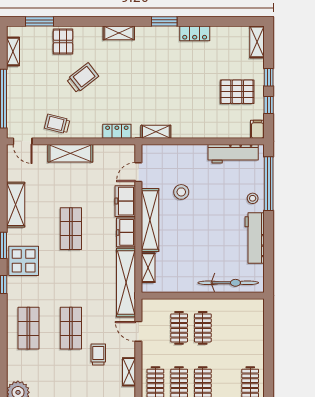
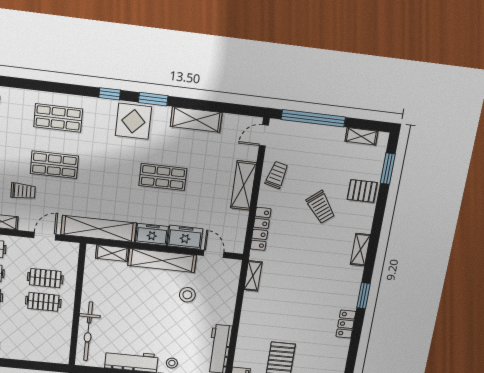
locker: (117, 131) -> (261, 229), width x1.53

